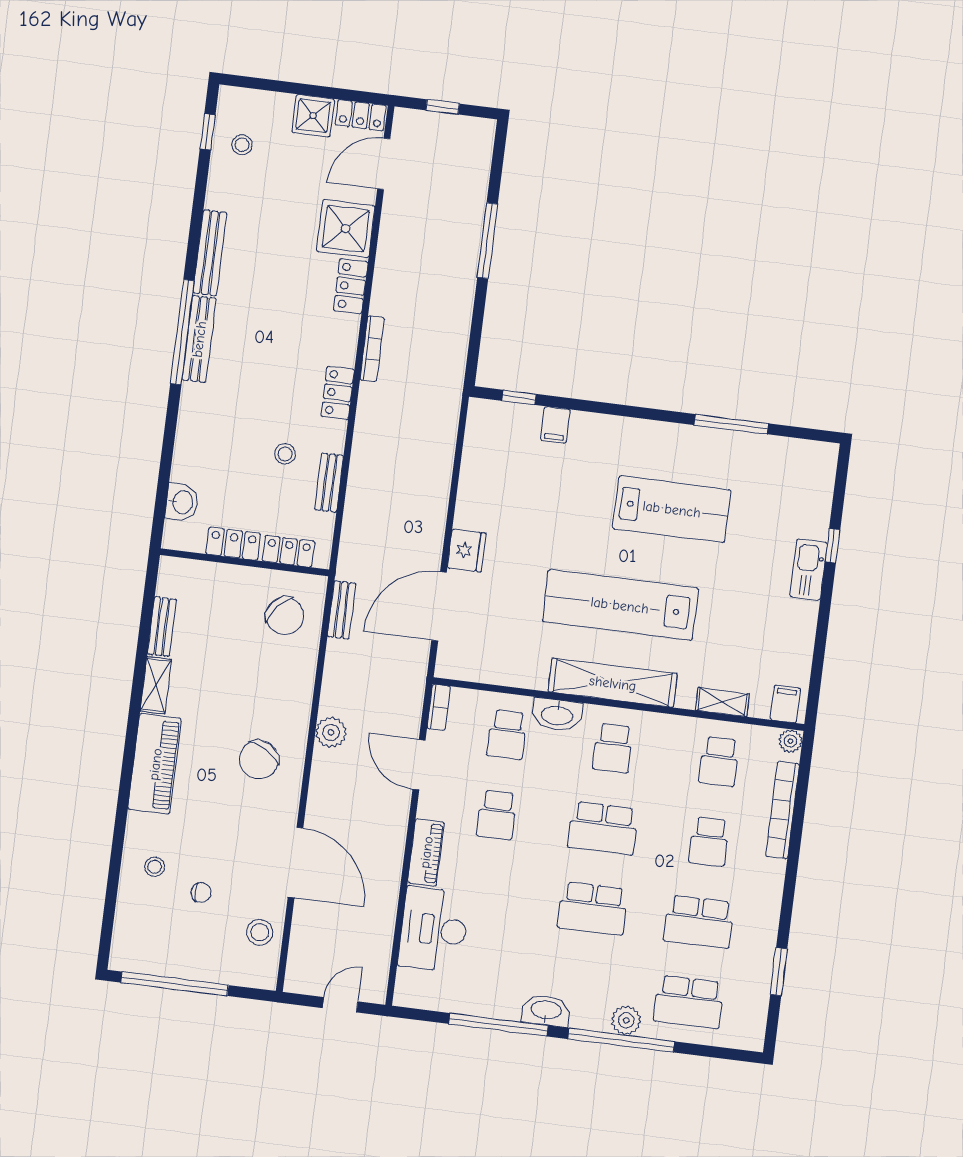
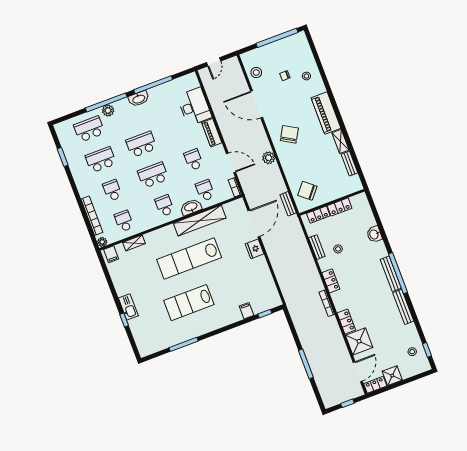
washbasin: (182, 502) -> (374, 234), moved
lab bench: (620, 605) -> (189, 258), turned 180
shelving: (613, 683) -> (200, 221), moved

